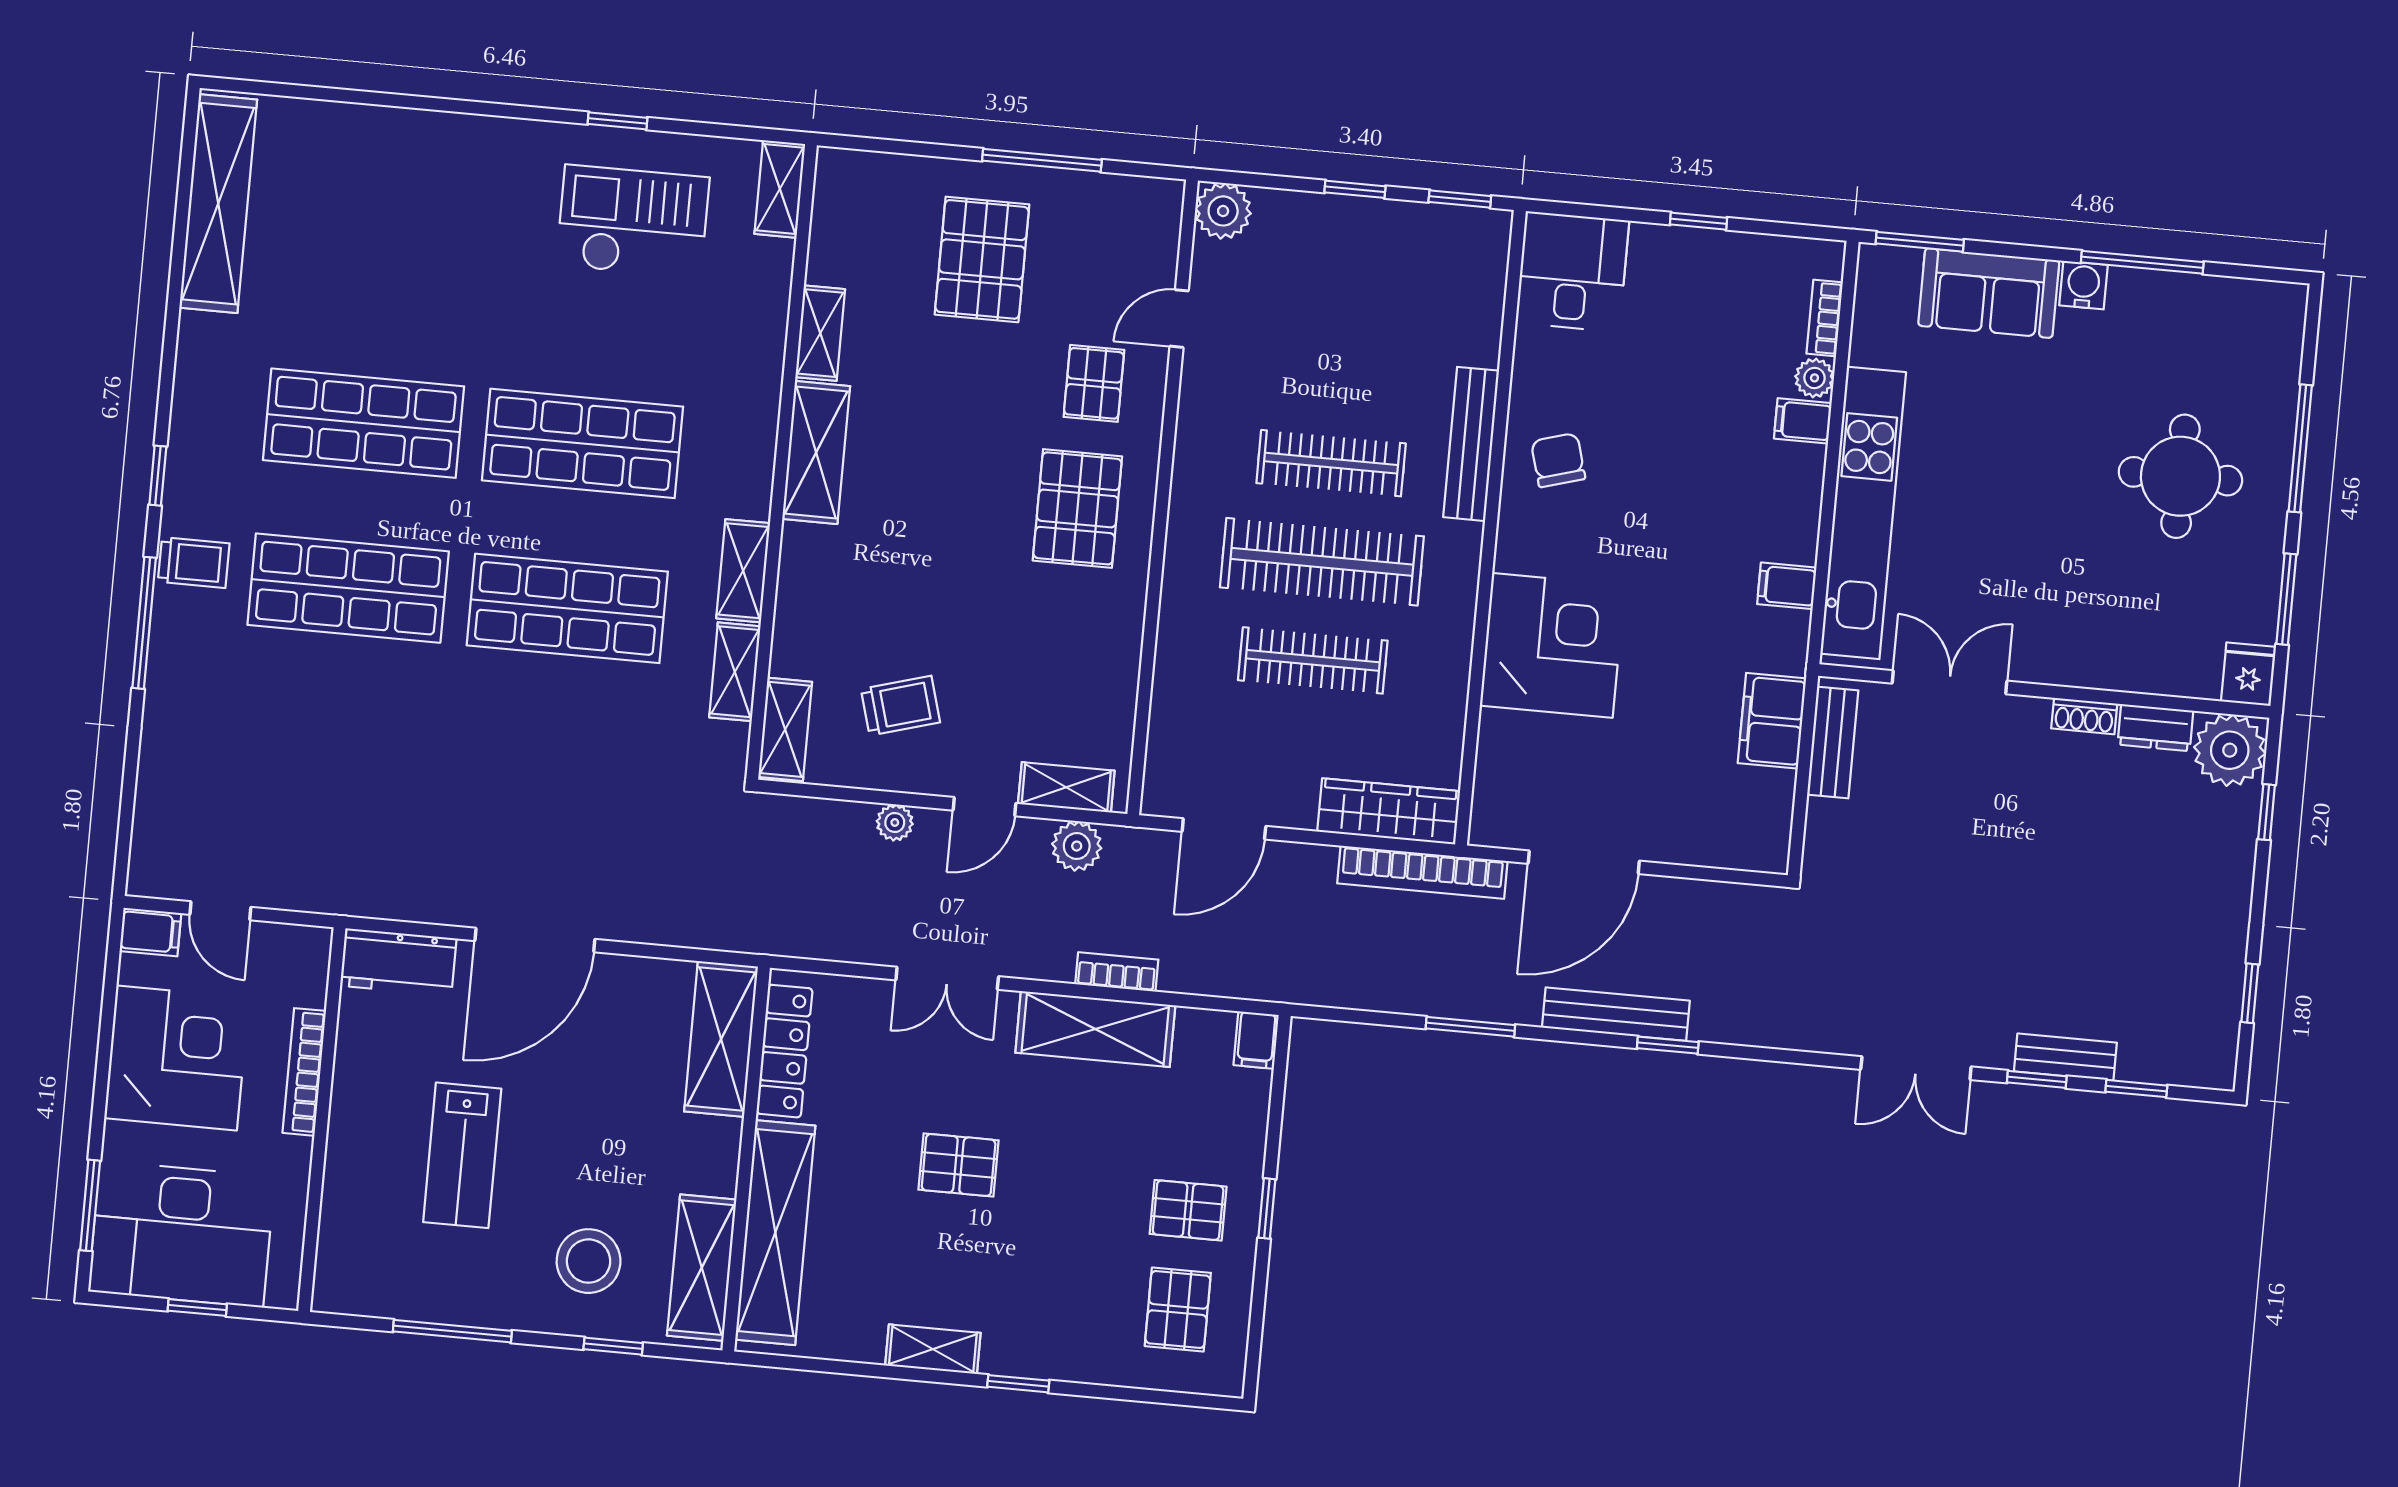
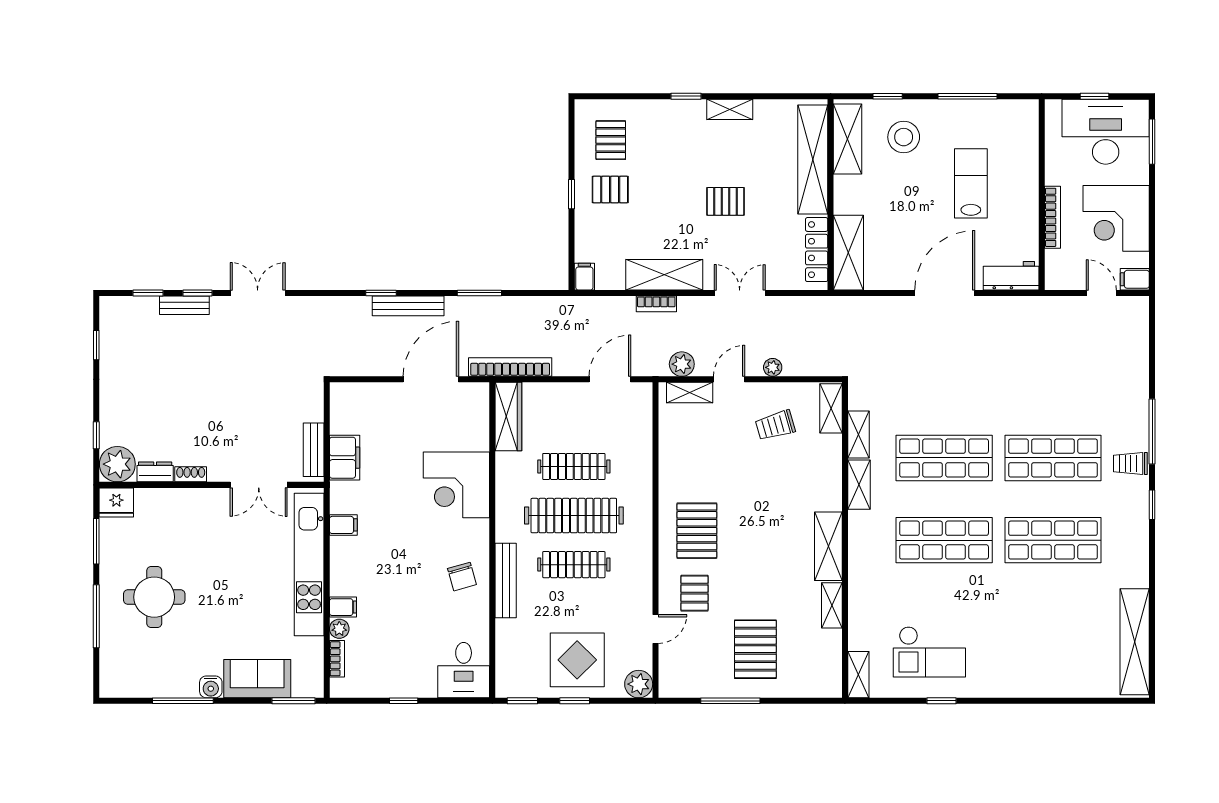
display table: (1342, 271) -> (577, 660), added
fridge: (2248, 674) -> (116, 502), width x1.38
wardrobe: (1389, 811) -> (508, 417), moved, turned -90

